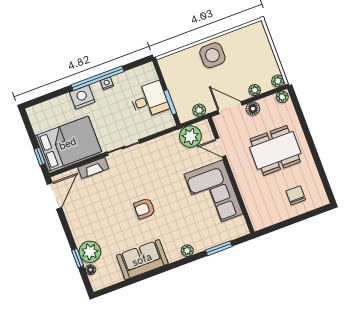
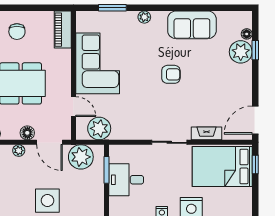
plant: (199, 110) -> (81, 157), width x1.88, depth x1.88
piano: (256, 212) -> (63, 30), added

